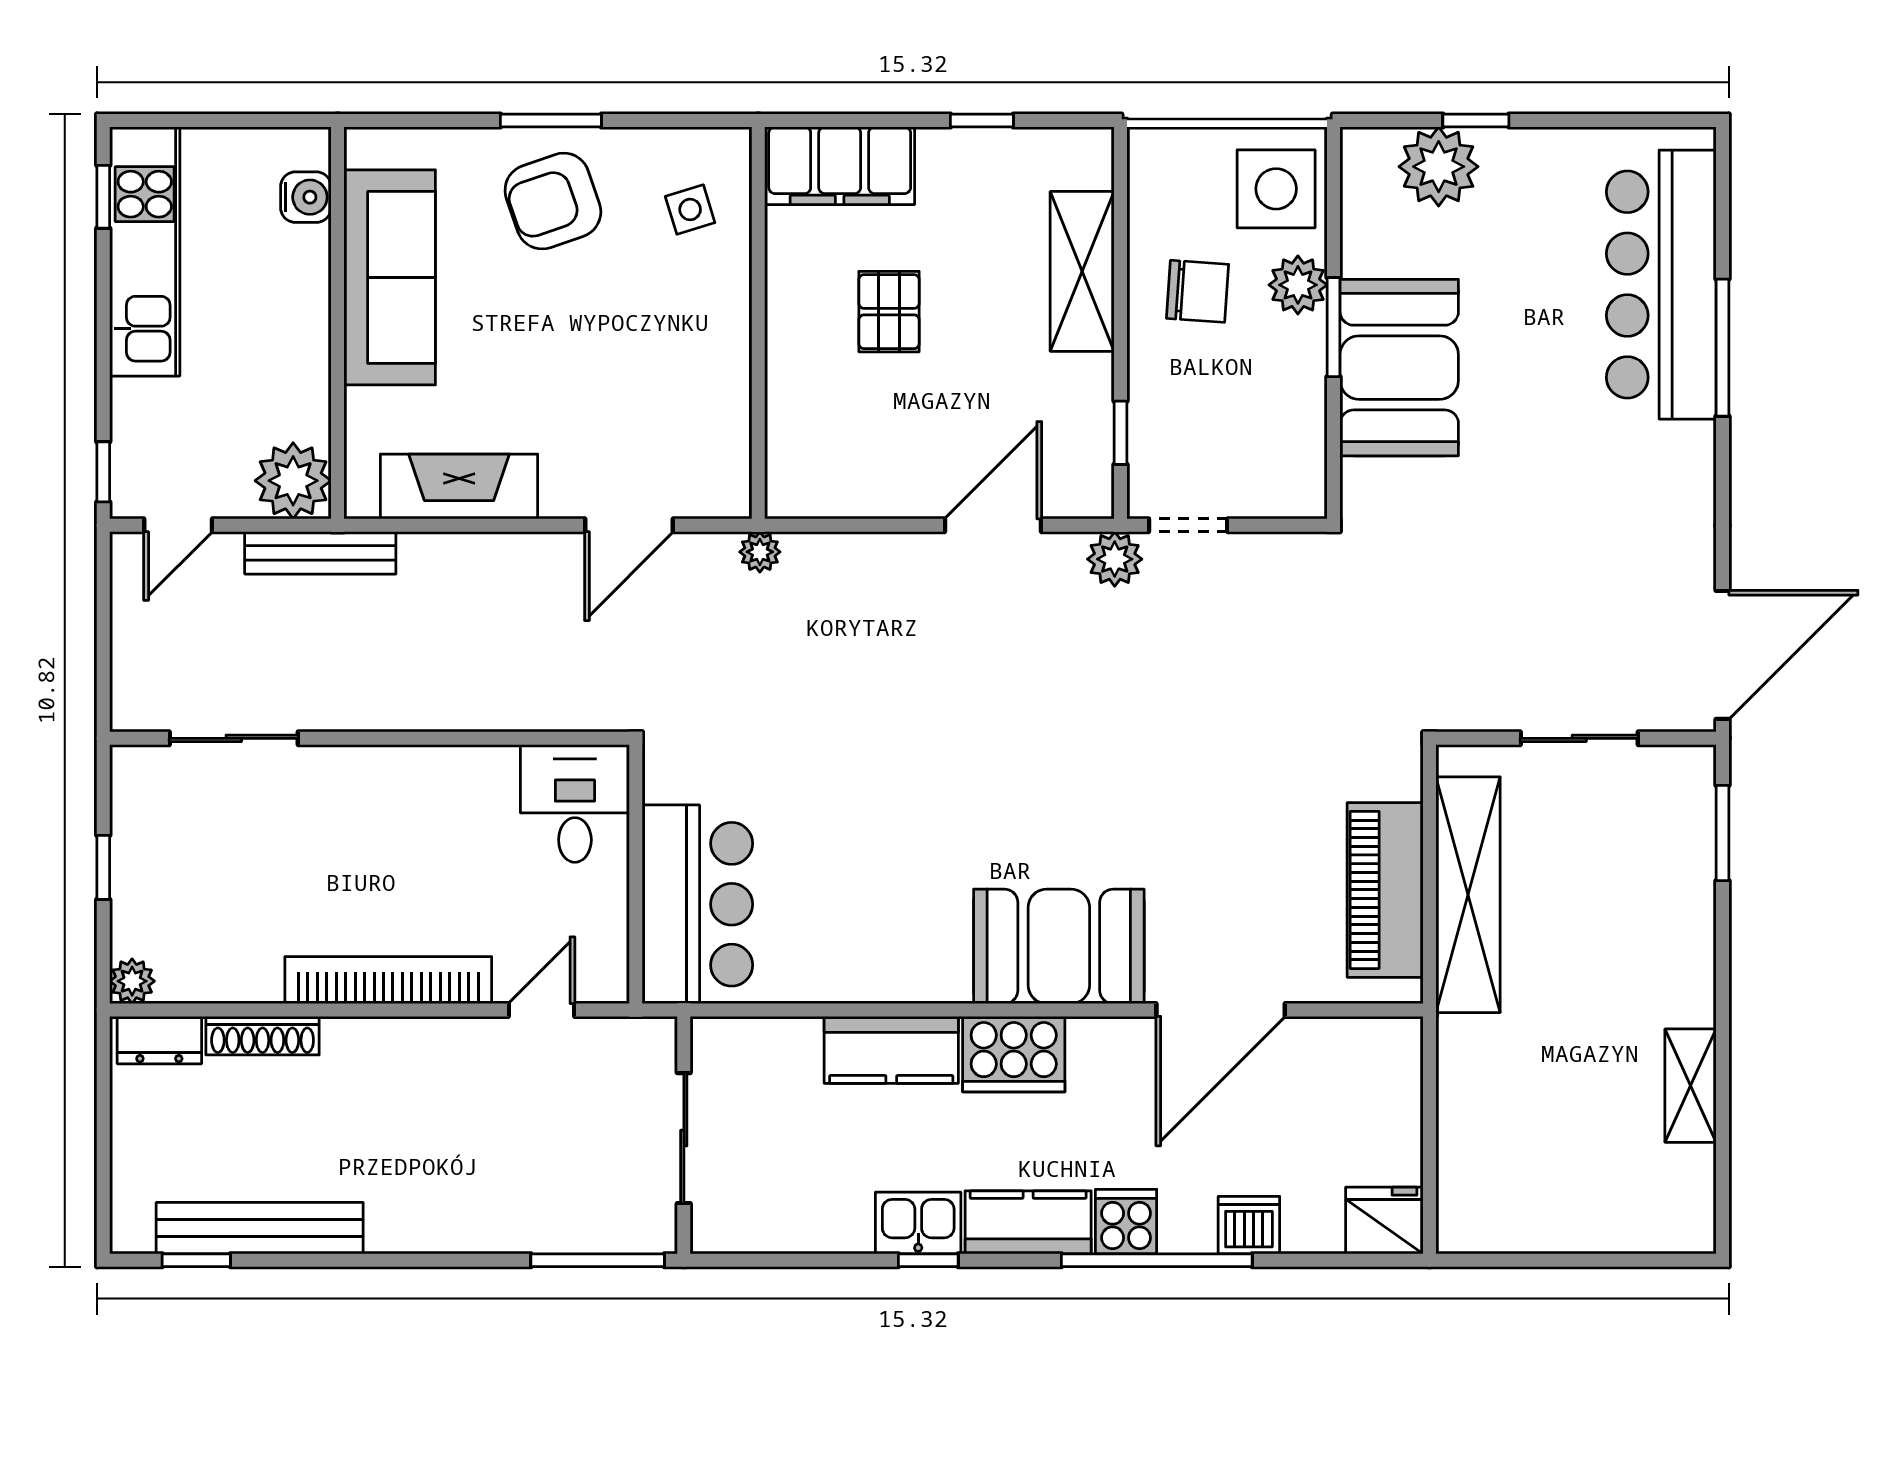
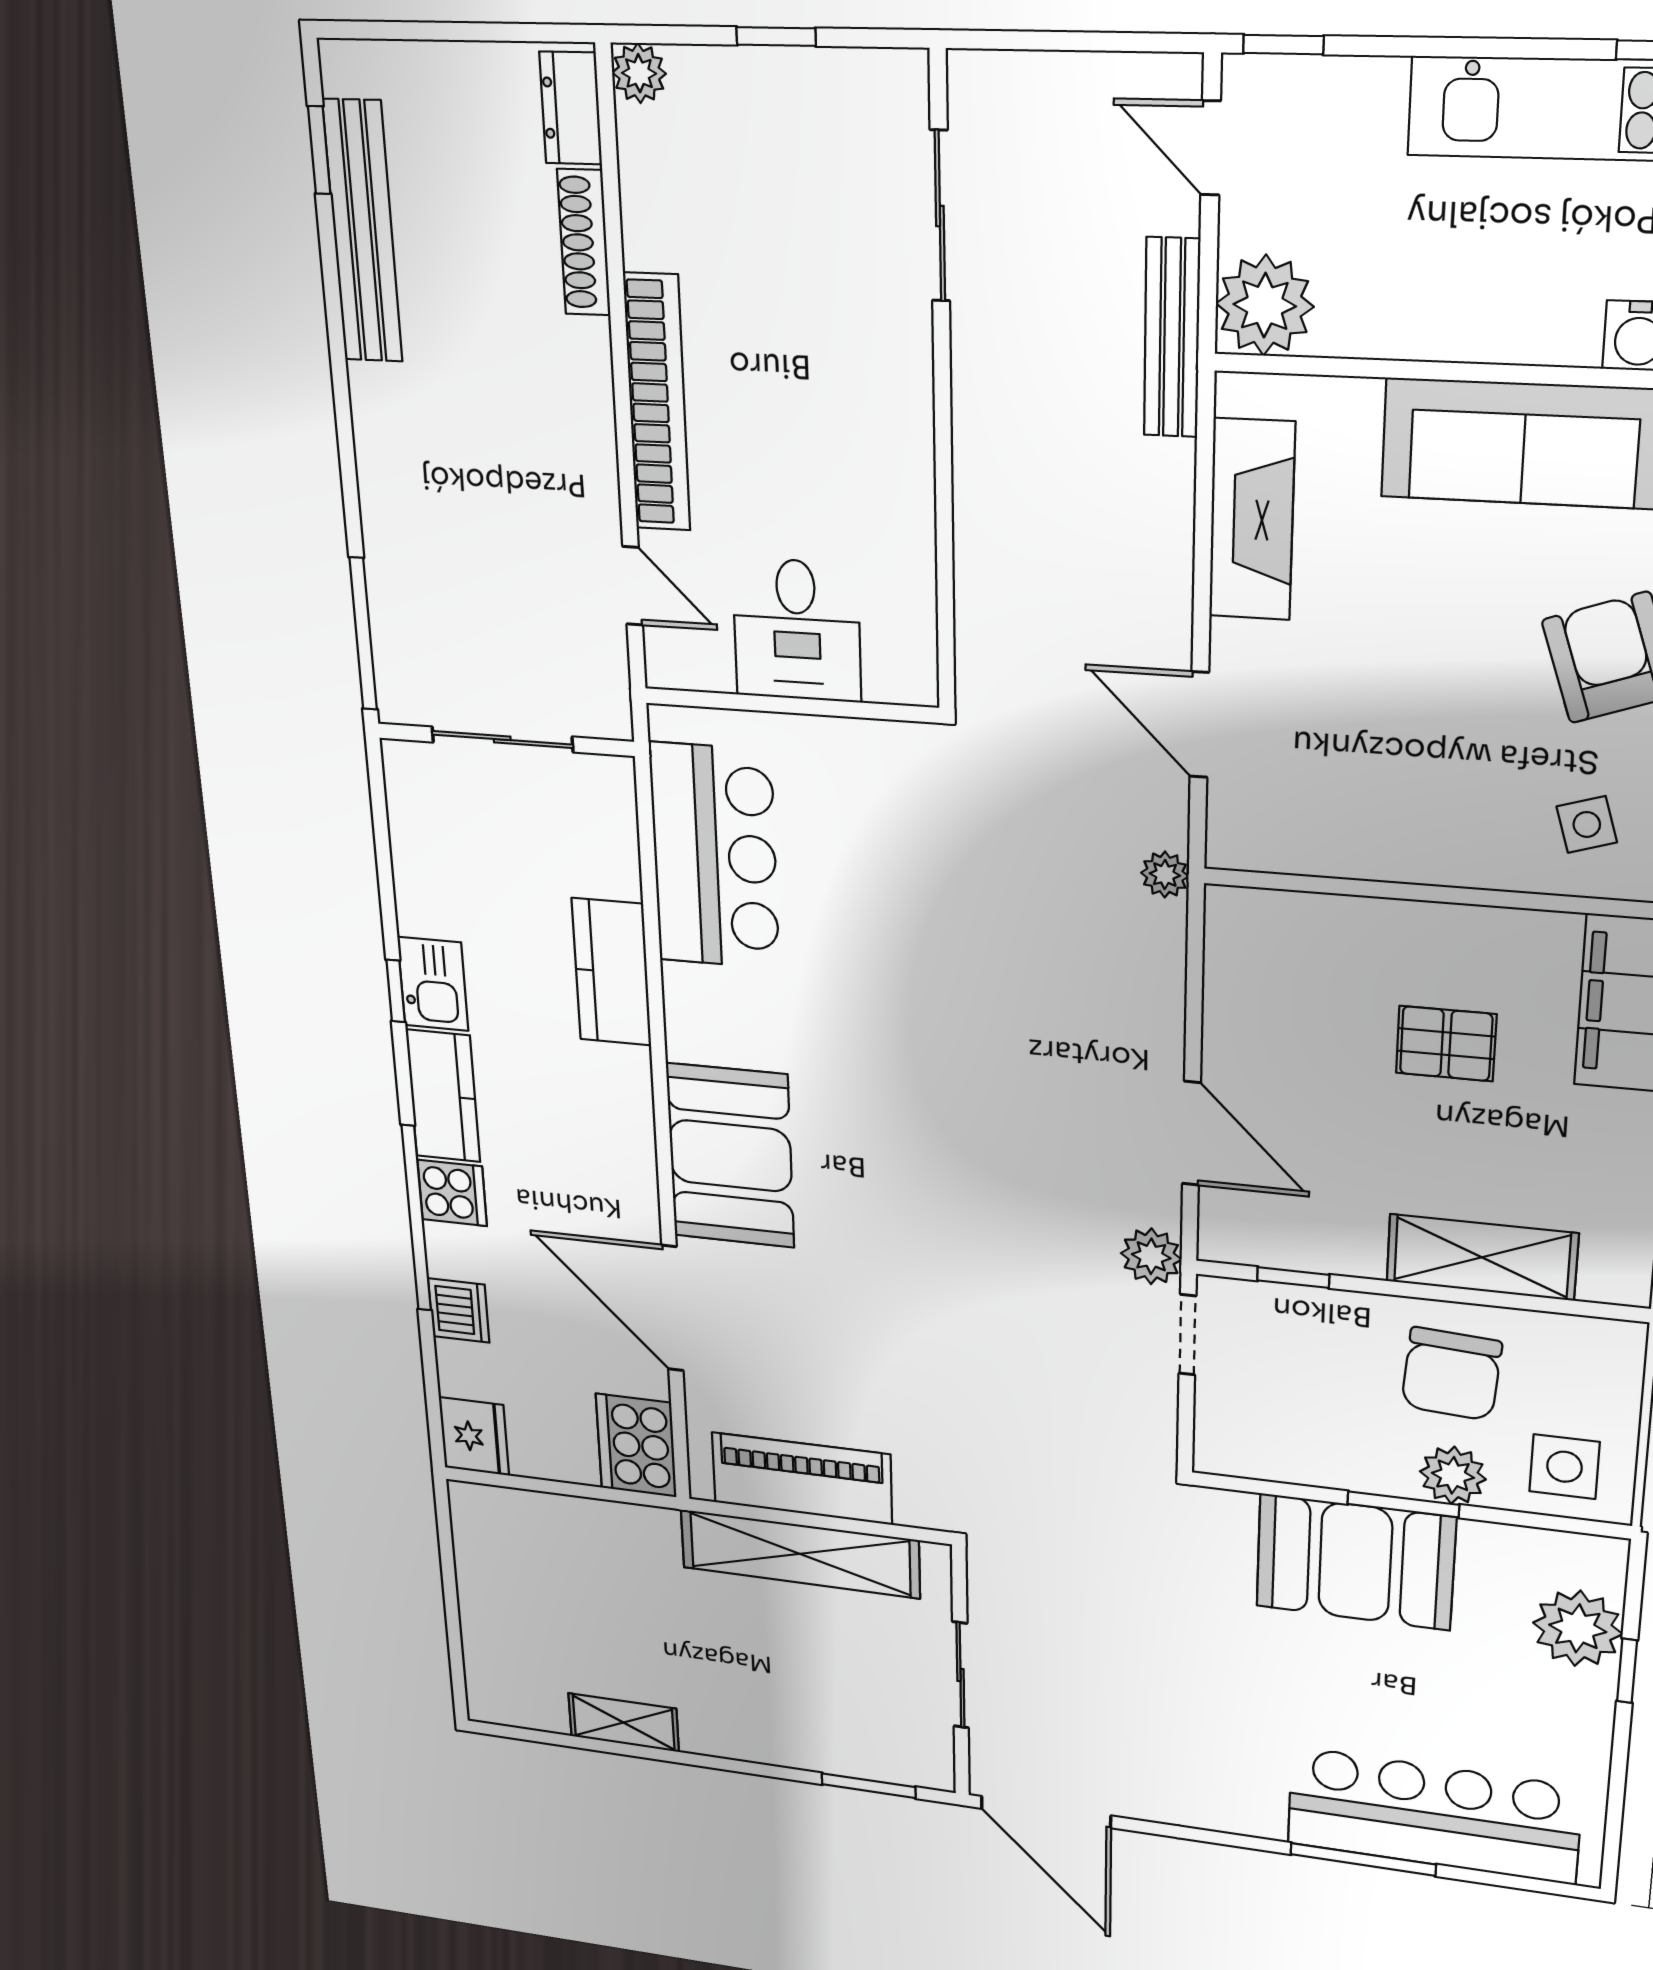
side table: (1276, 189) -> (1564, 1467), width x0.73, depth x0.73
chair: (1198, 291) -> (1451, 1374), width x1.37, depth x1.37
desk: (575, 804) -> (797, 630), moved, turned 90
bar counter: (697, 904) -> (714, 856), moved, turned -90
cooker: (1014, 1054) -> (636, 1446), moved

